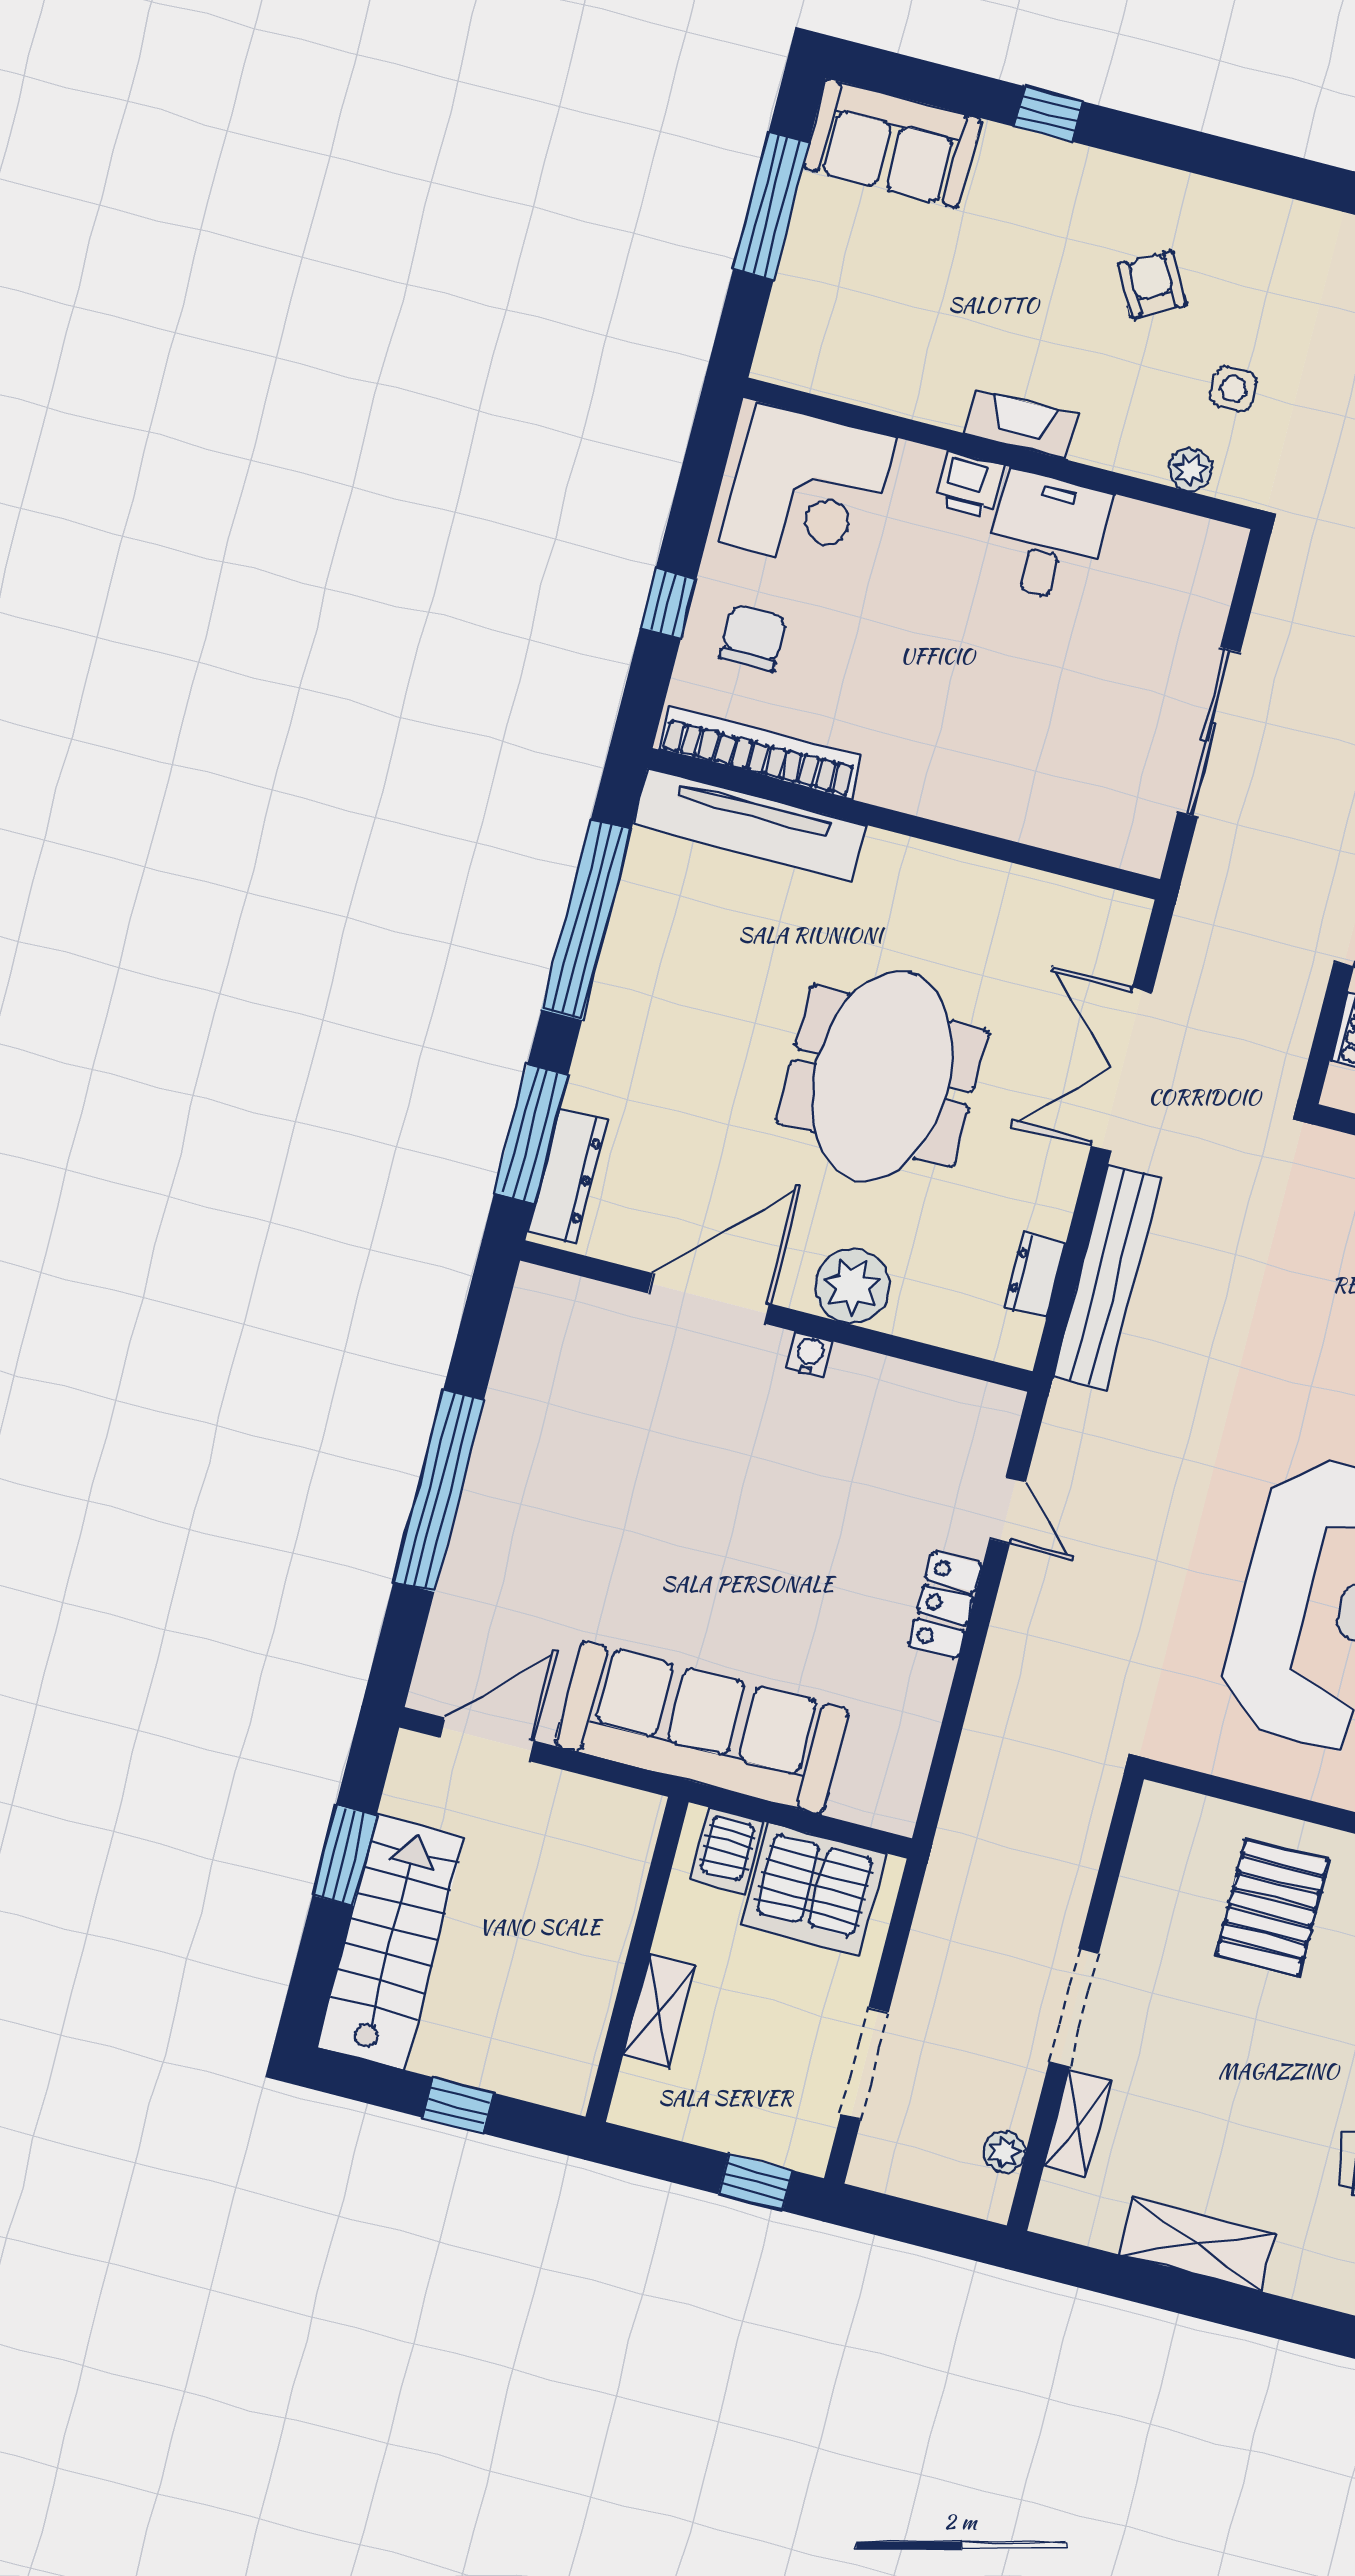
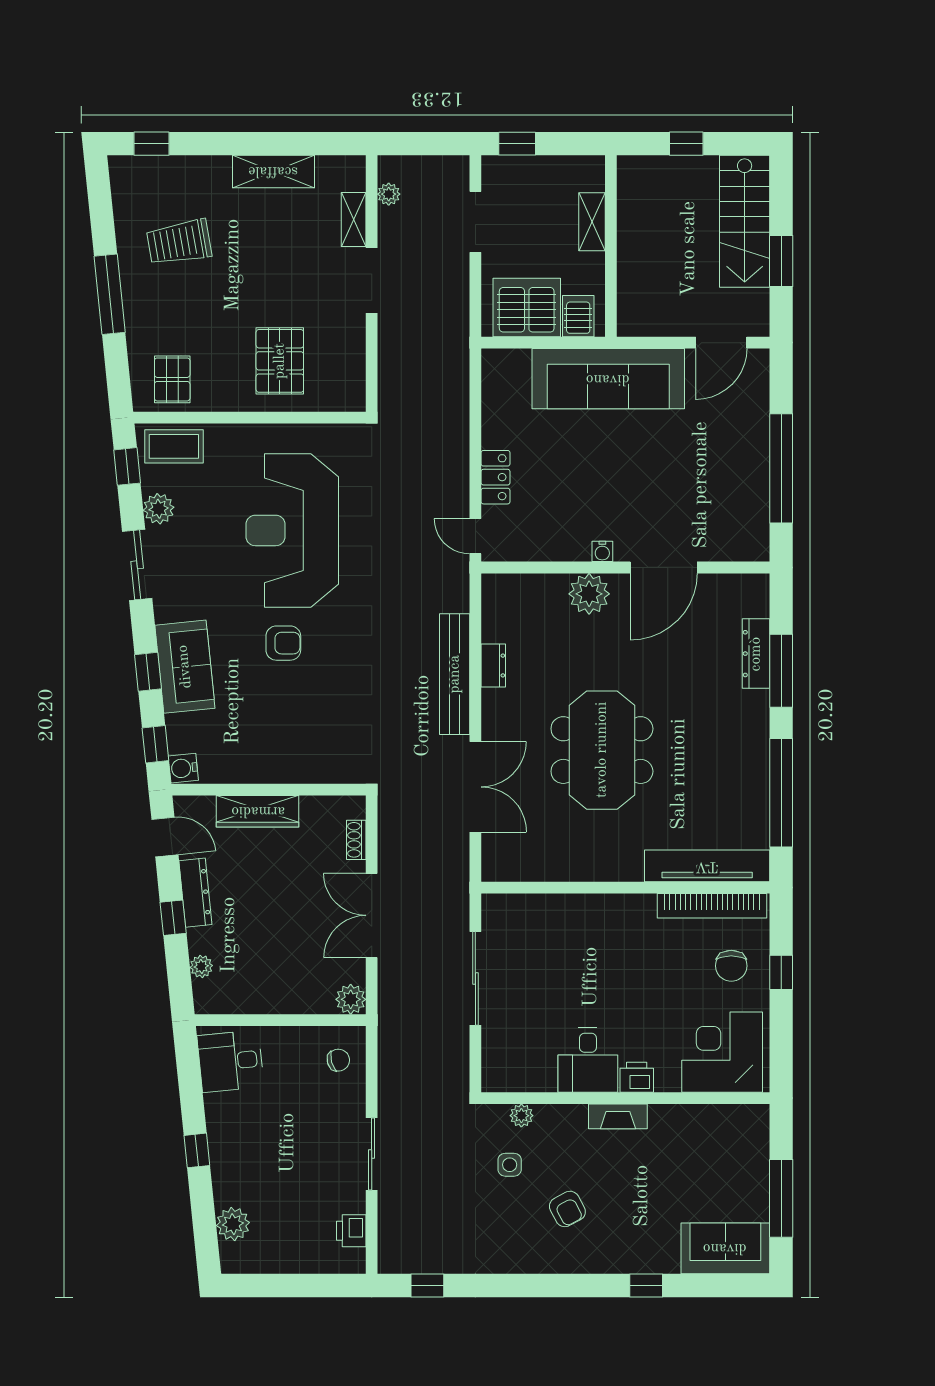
plant: (852, 1286) -> (589, 594), moved
door: (709, 1299) -> (664, 567), moved
wall: (776, 1316) -> (625, 567), moved
water cooler: (810, 1355) -> (602, 551), moved

